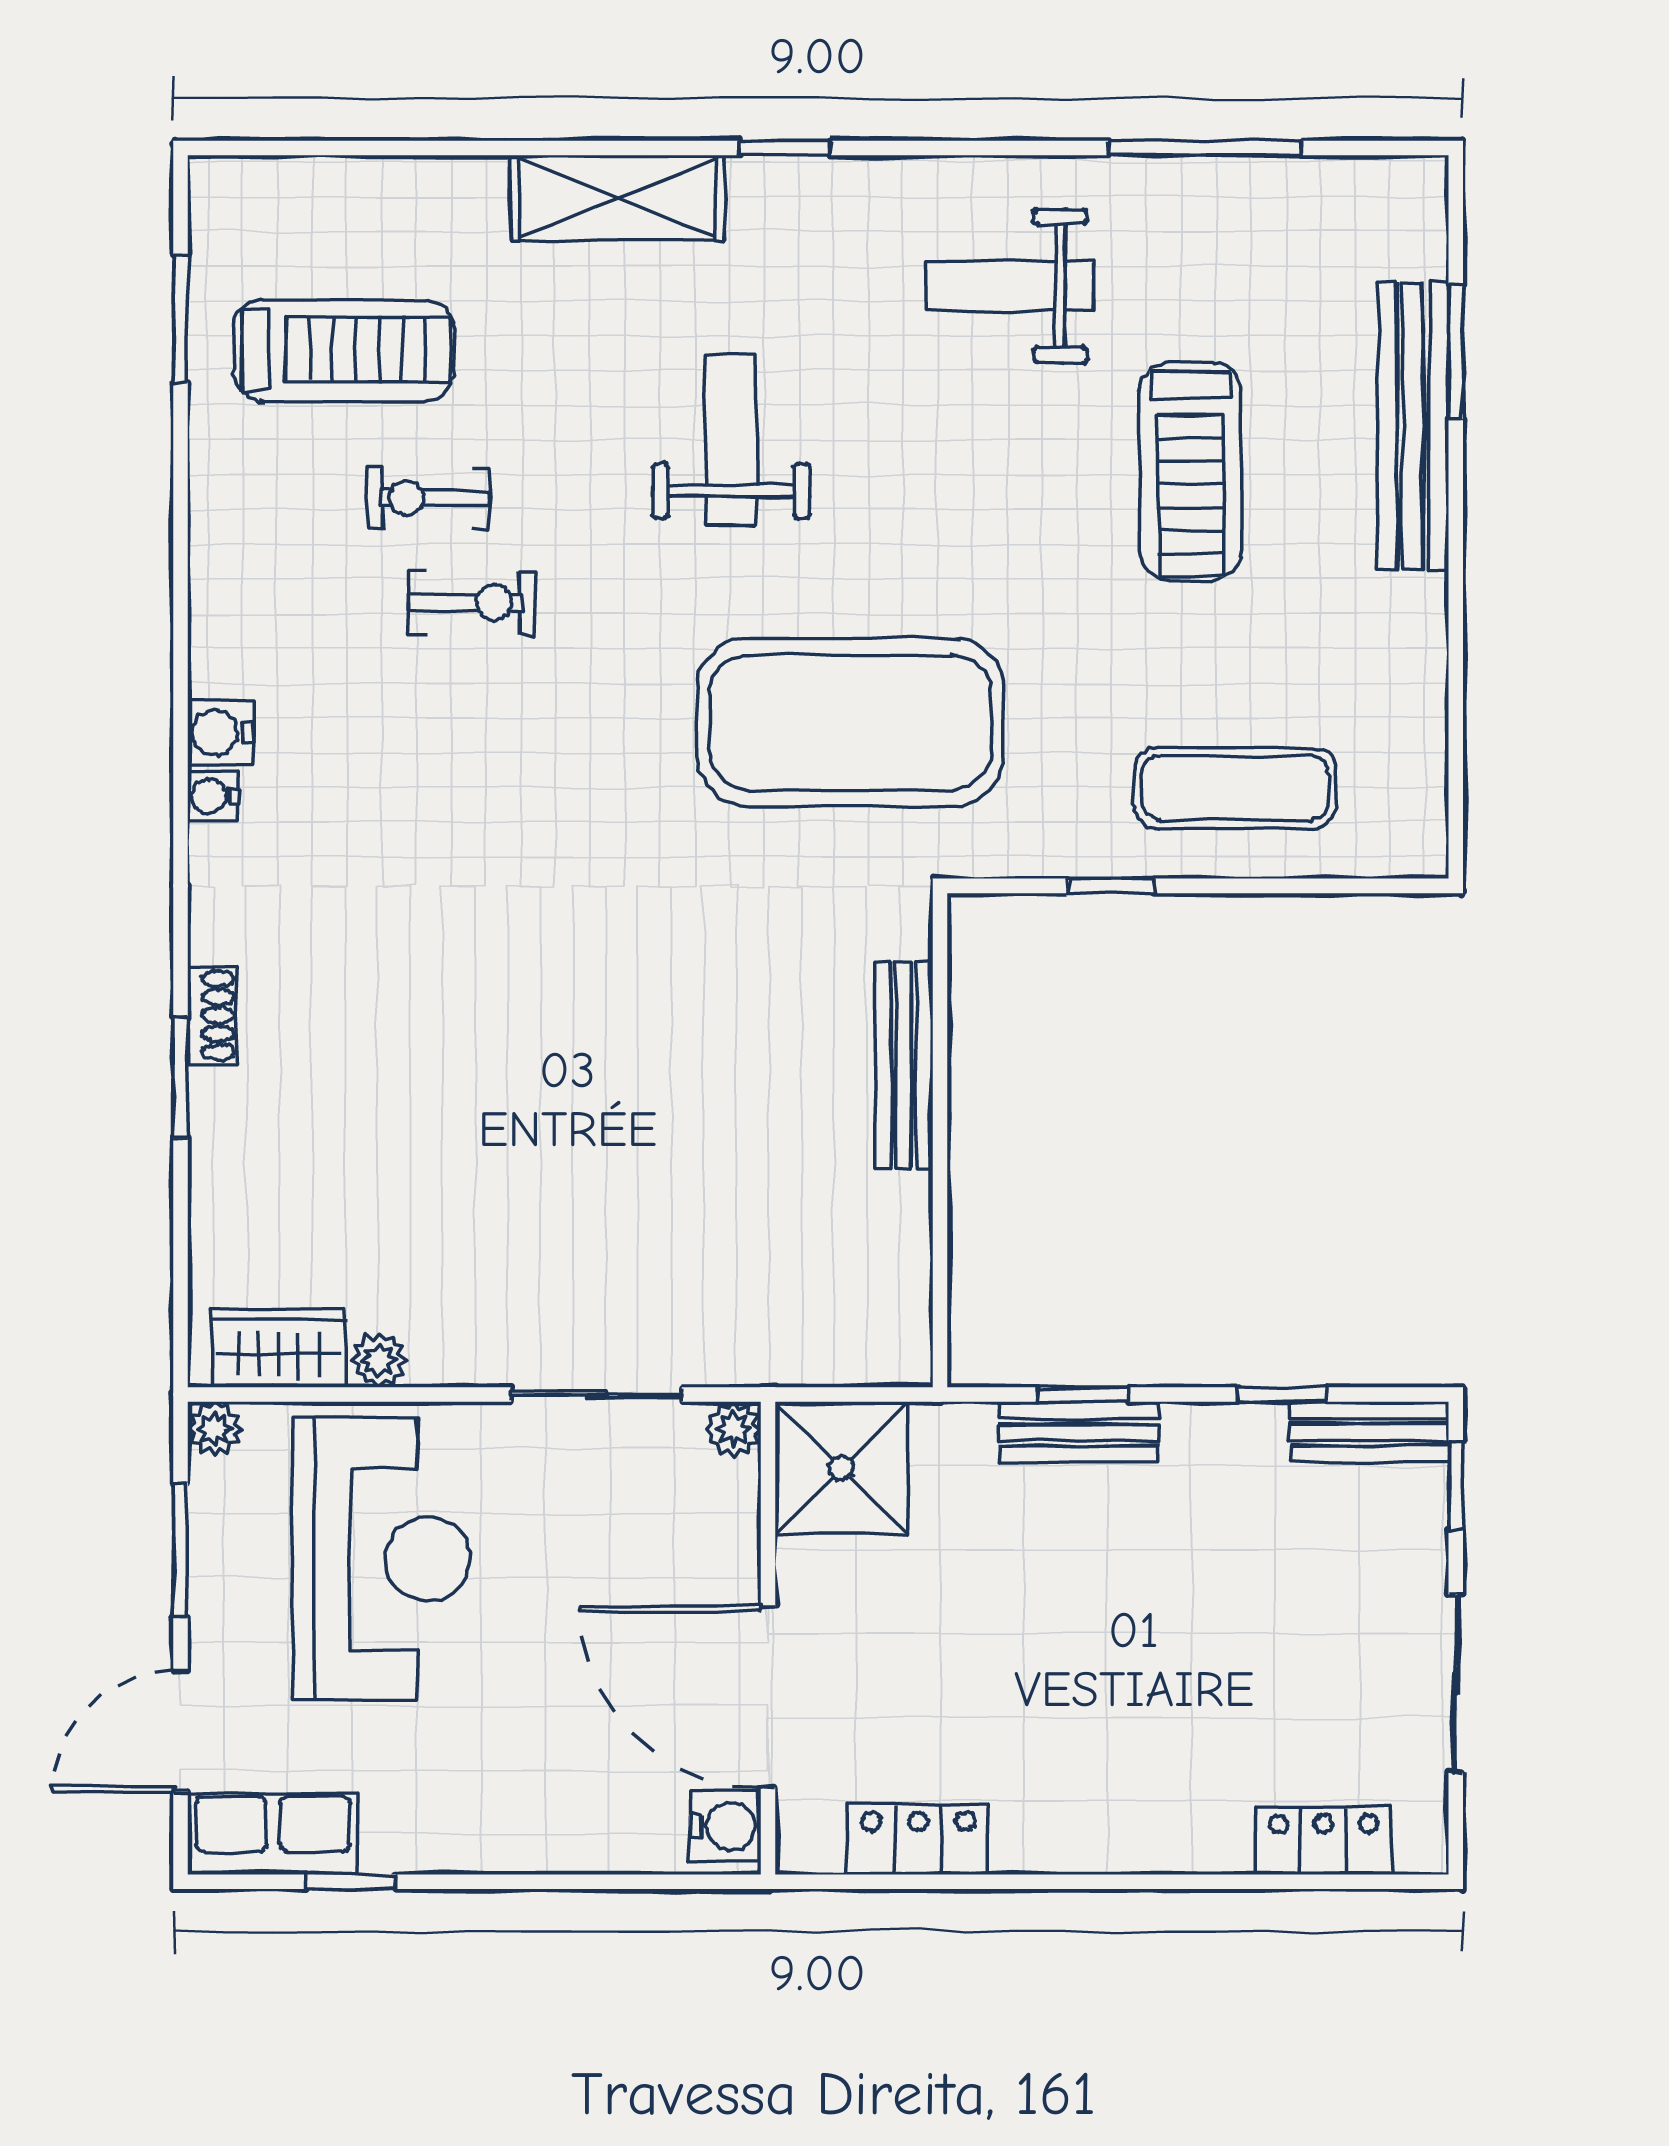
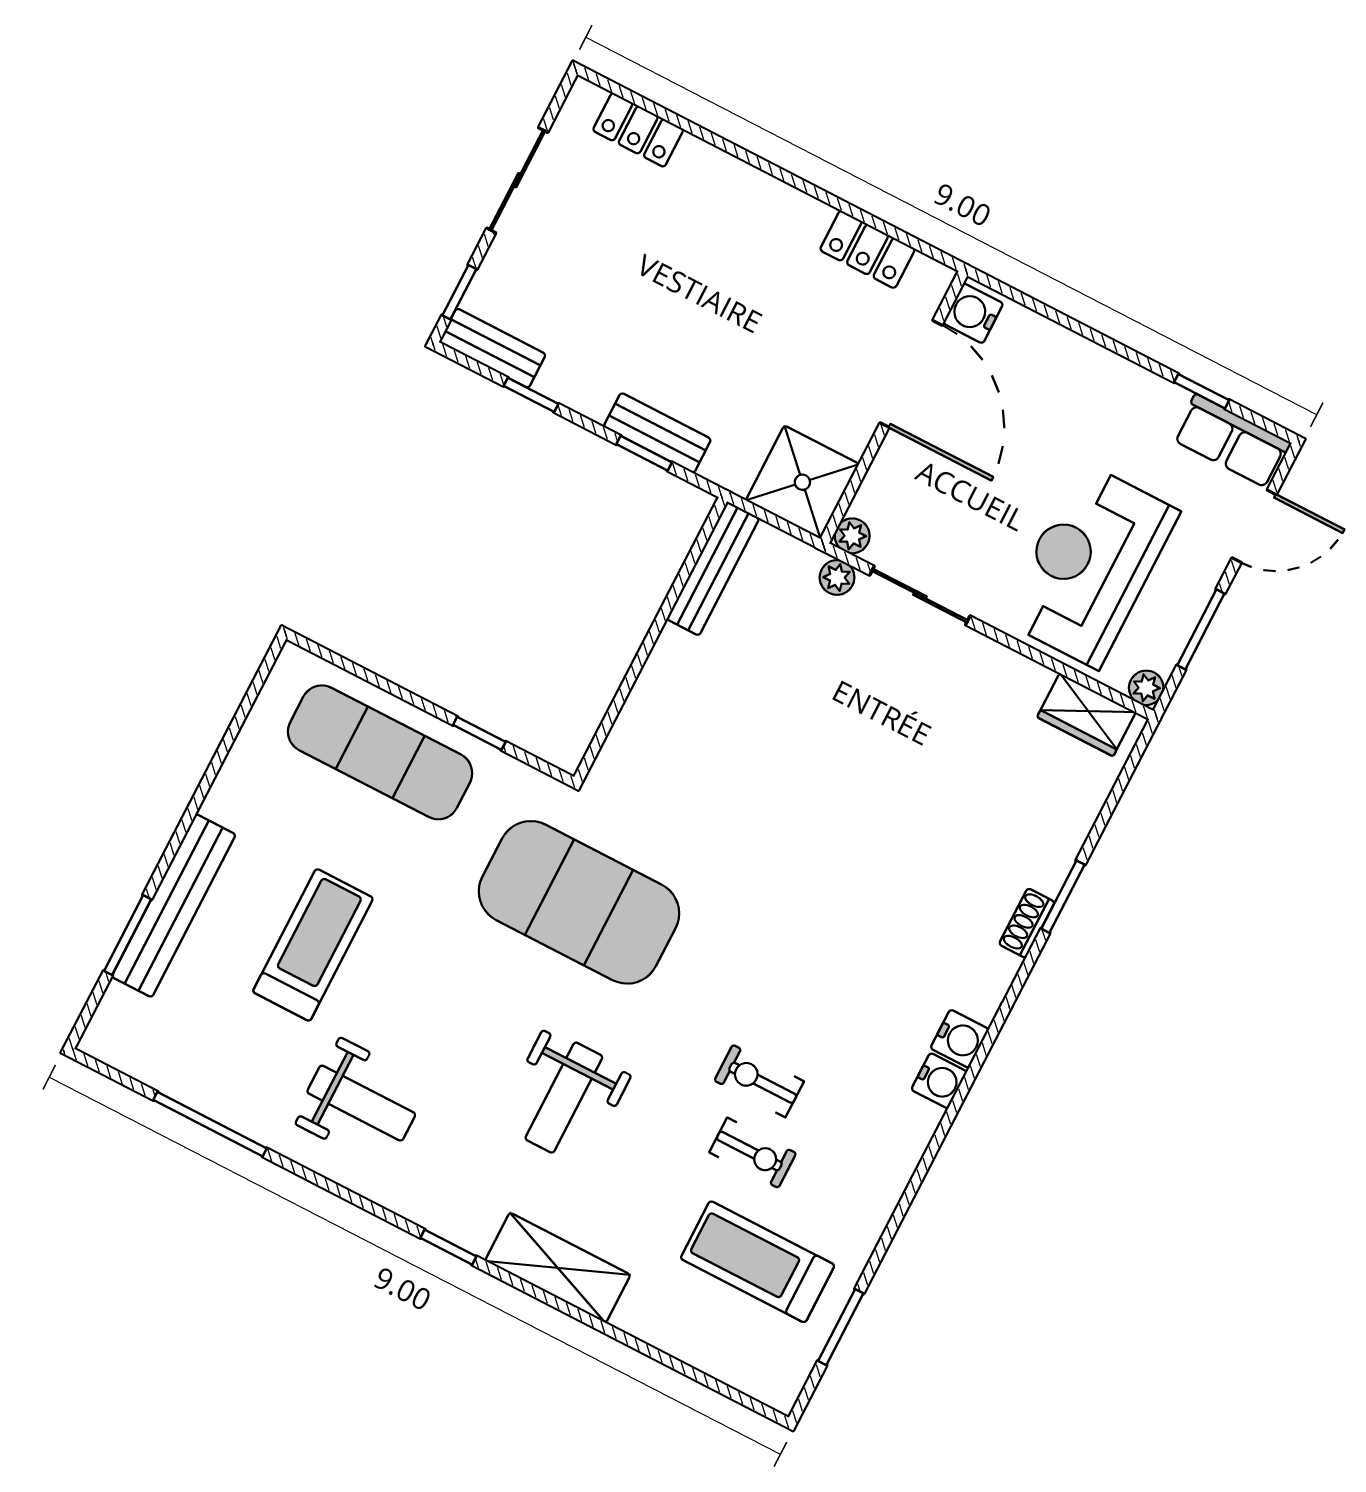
exercise mat: (1235, 788) -> (380, 752), width x1.36, depth x1.45
water cooler: (213, 796) -> (960, 1039), width x1.38, depth x1.38
bench: (904, 1065) -> (713, 569), moved
plant: (379, 1360) -> (837, 577), moved

